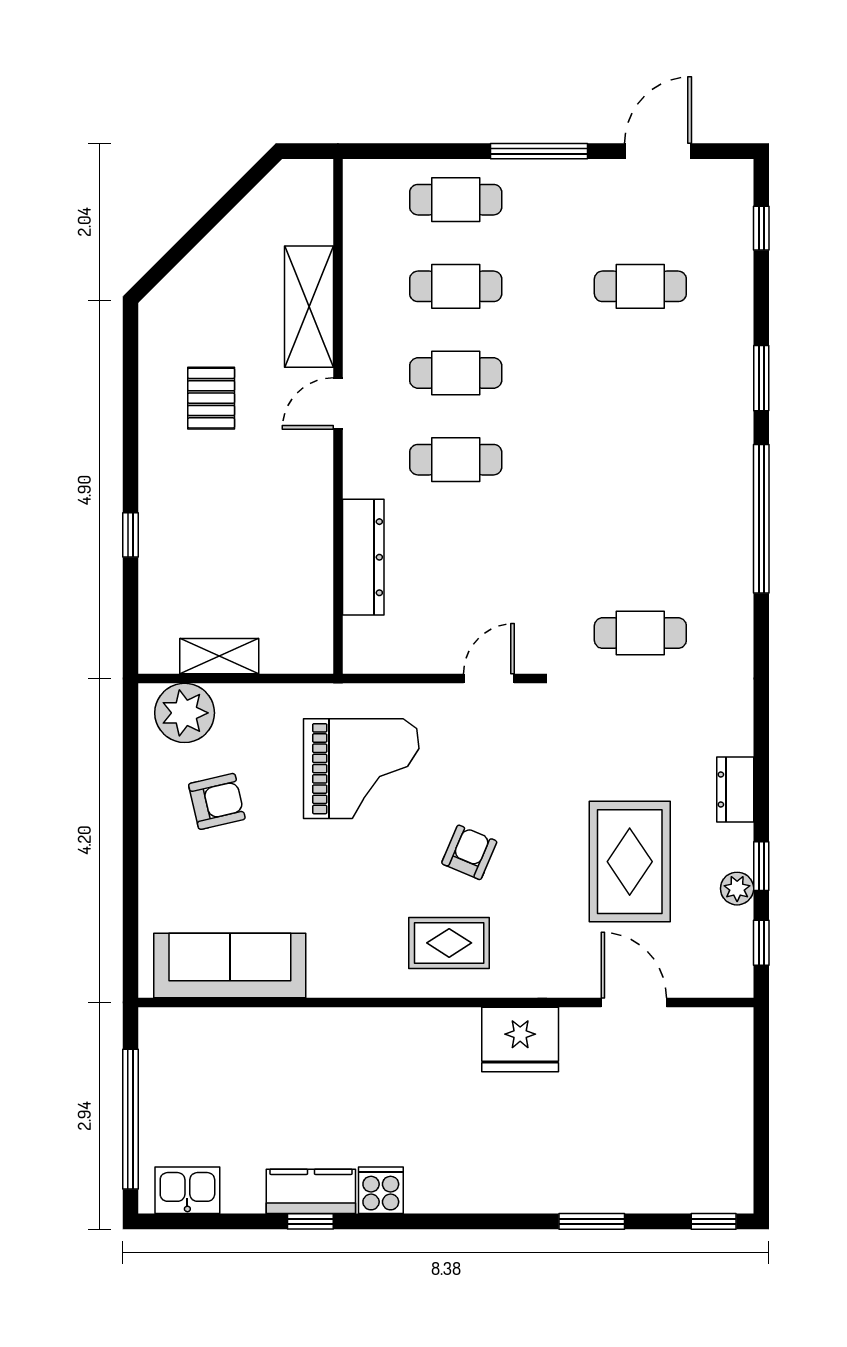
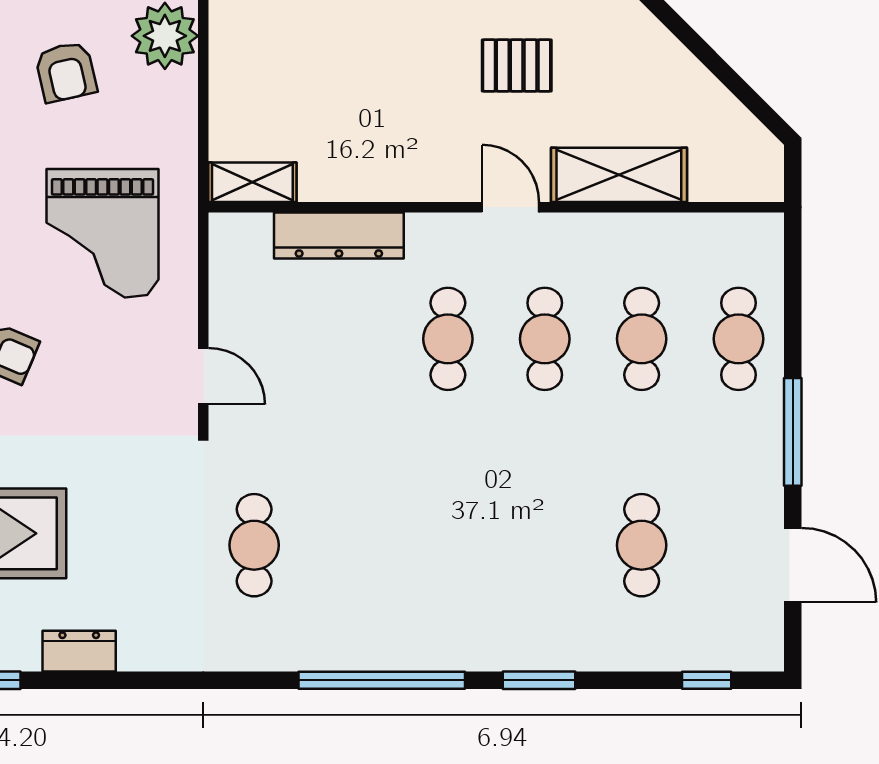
shelving: (219, 656) -> (252, 182), moved, turned 90

